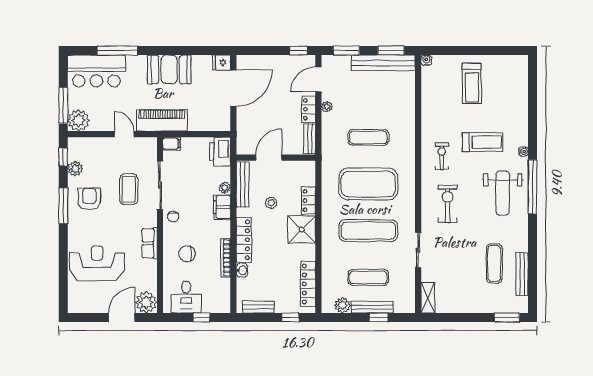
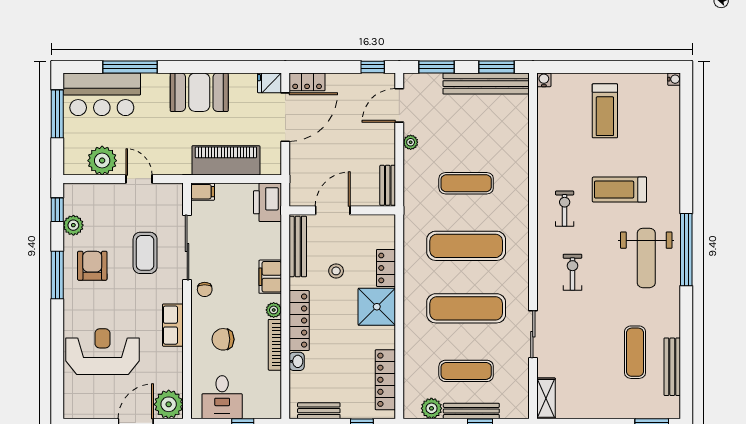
window: (63, 105) -> (57, 114), moved
locker: (309, 109) -> (307, 82), moved, turned -90
plant: (78, 120) -> (102, 161), moved
piano: (162, 120) -> (226, 160), moved
treadmill: (483, 142) -> (619, 190), turned 180
water cooler: (523, 151) -> (674, 79), moved
exercise mat: (368, 184) -> (466, 246), width x0.68
plant: (225, 188) -> (274, 310), moved
exercise bike: (448, 204) -> (572, 272), width x0.73, depth x0.72

